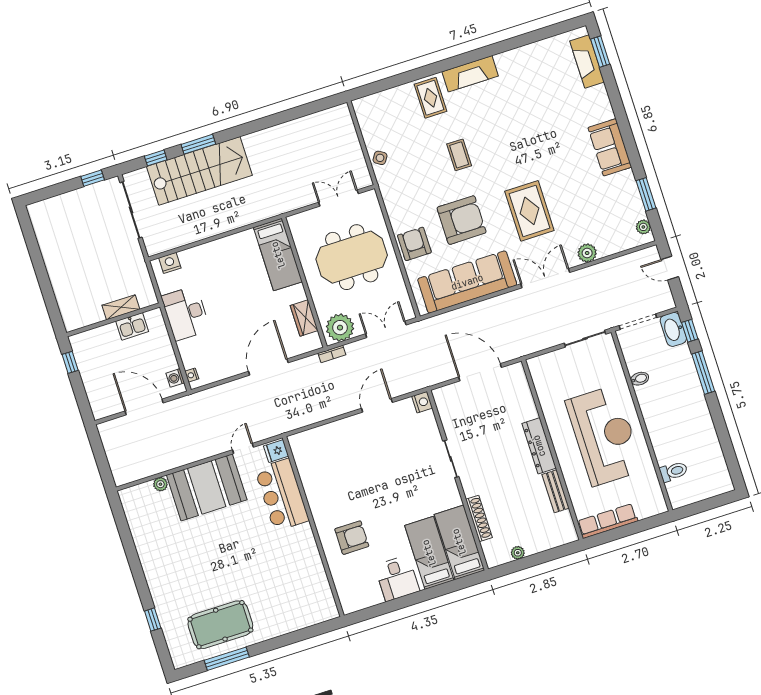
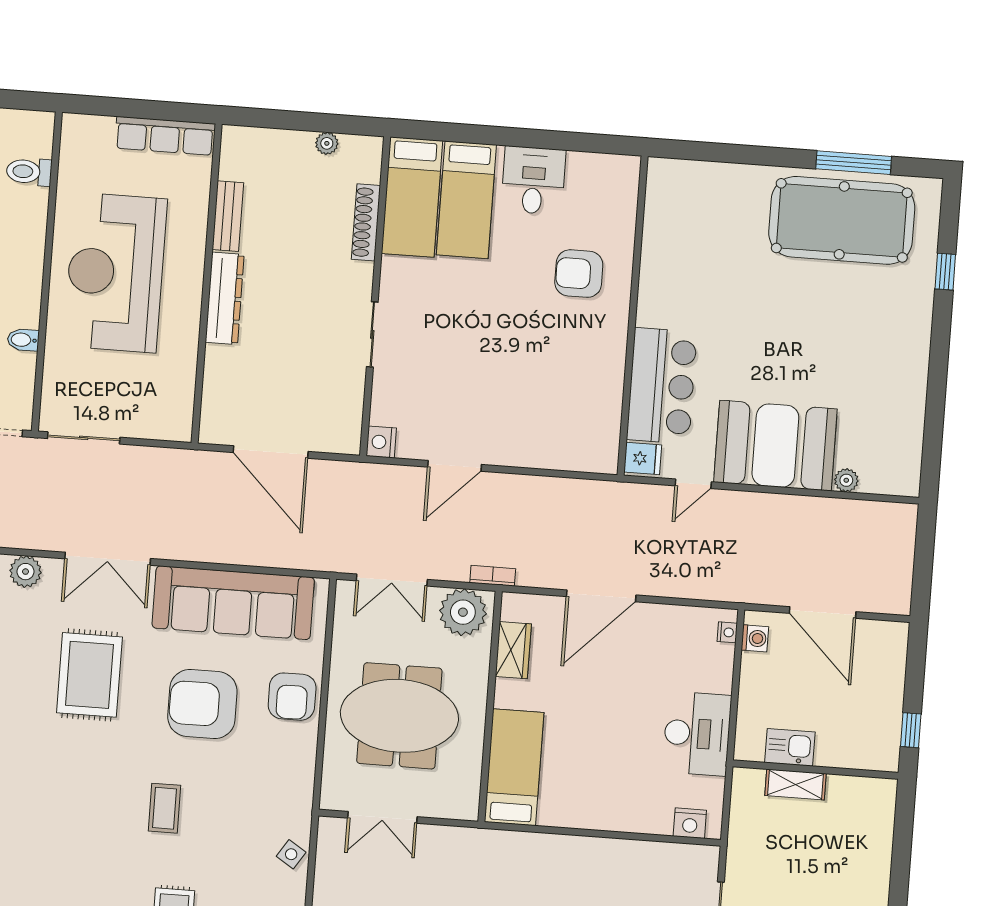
pool table: (220, 625) -> (842, 220), width x1.36, depth x1.32

